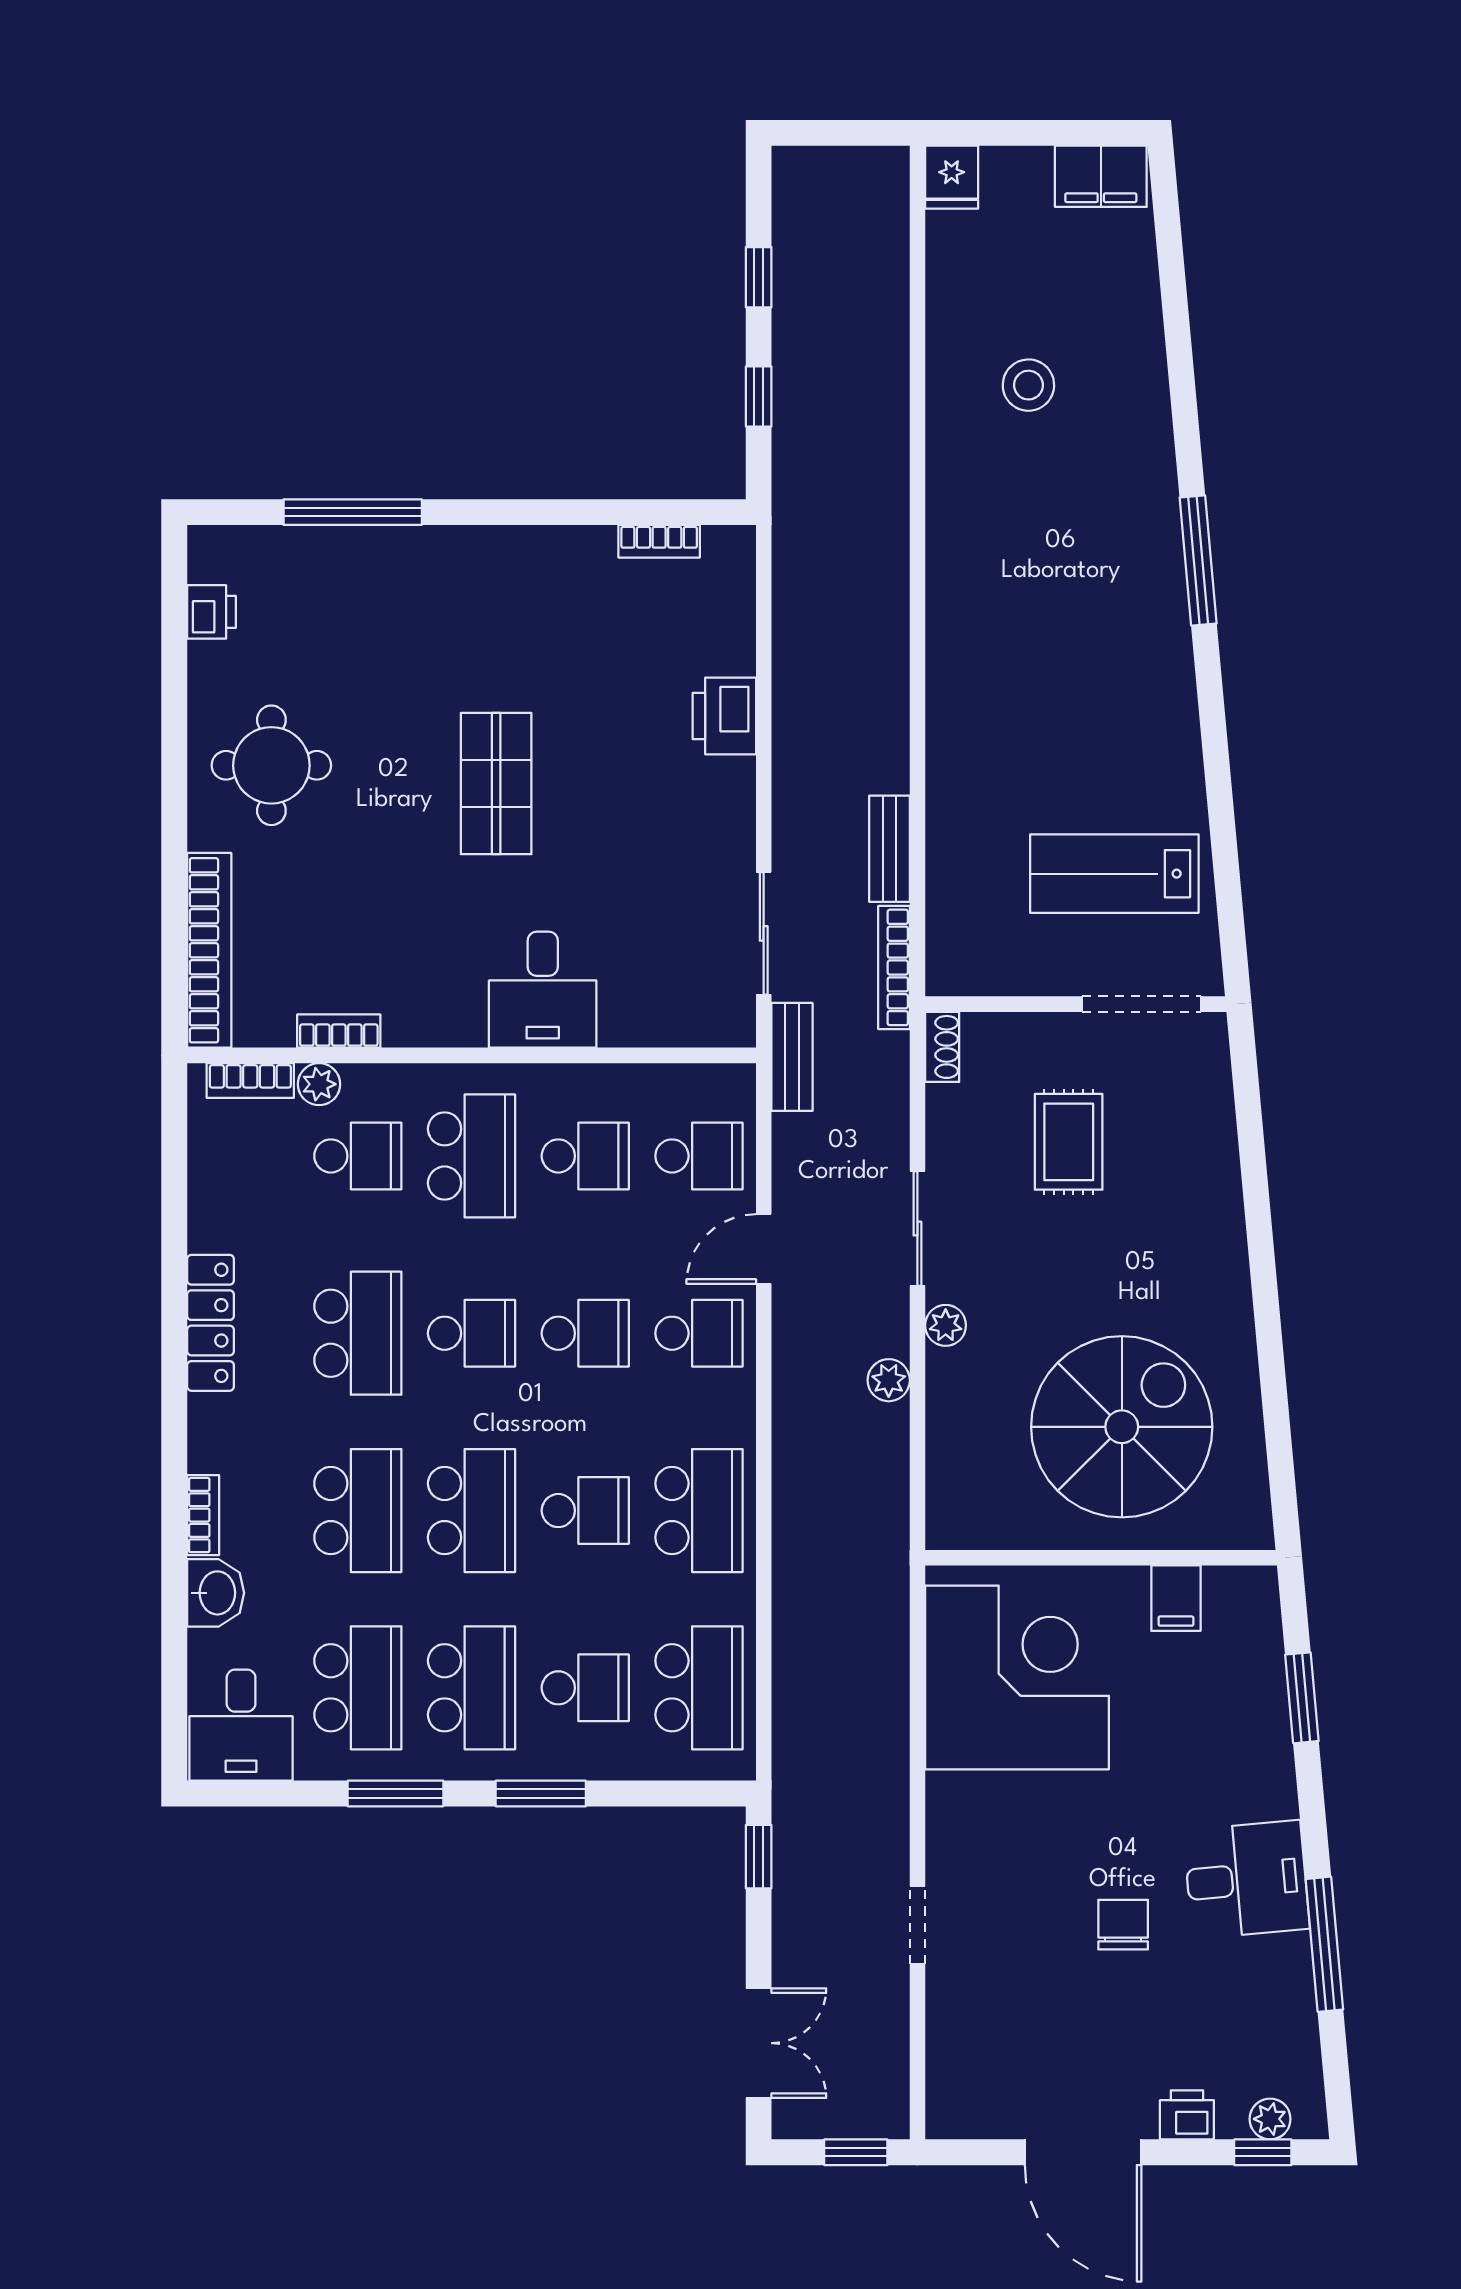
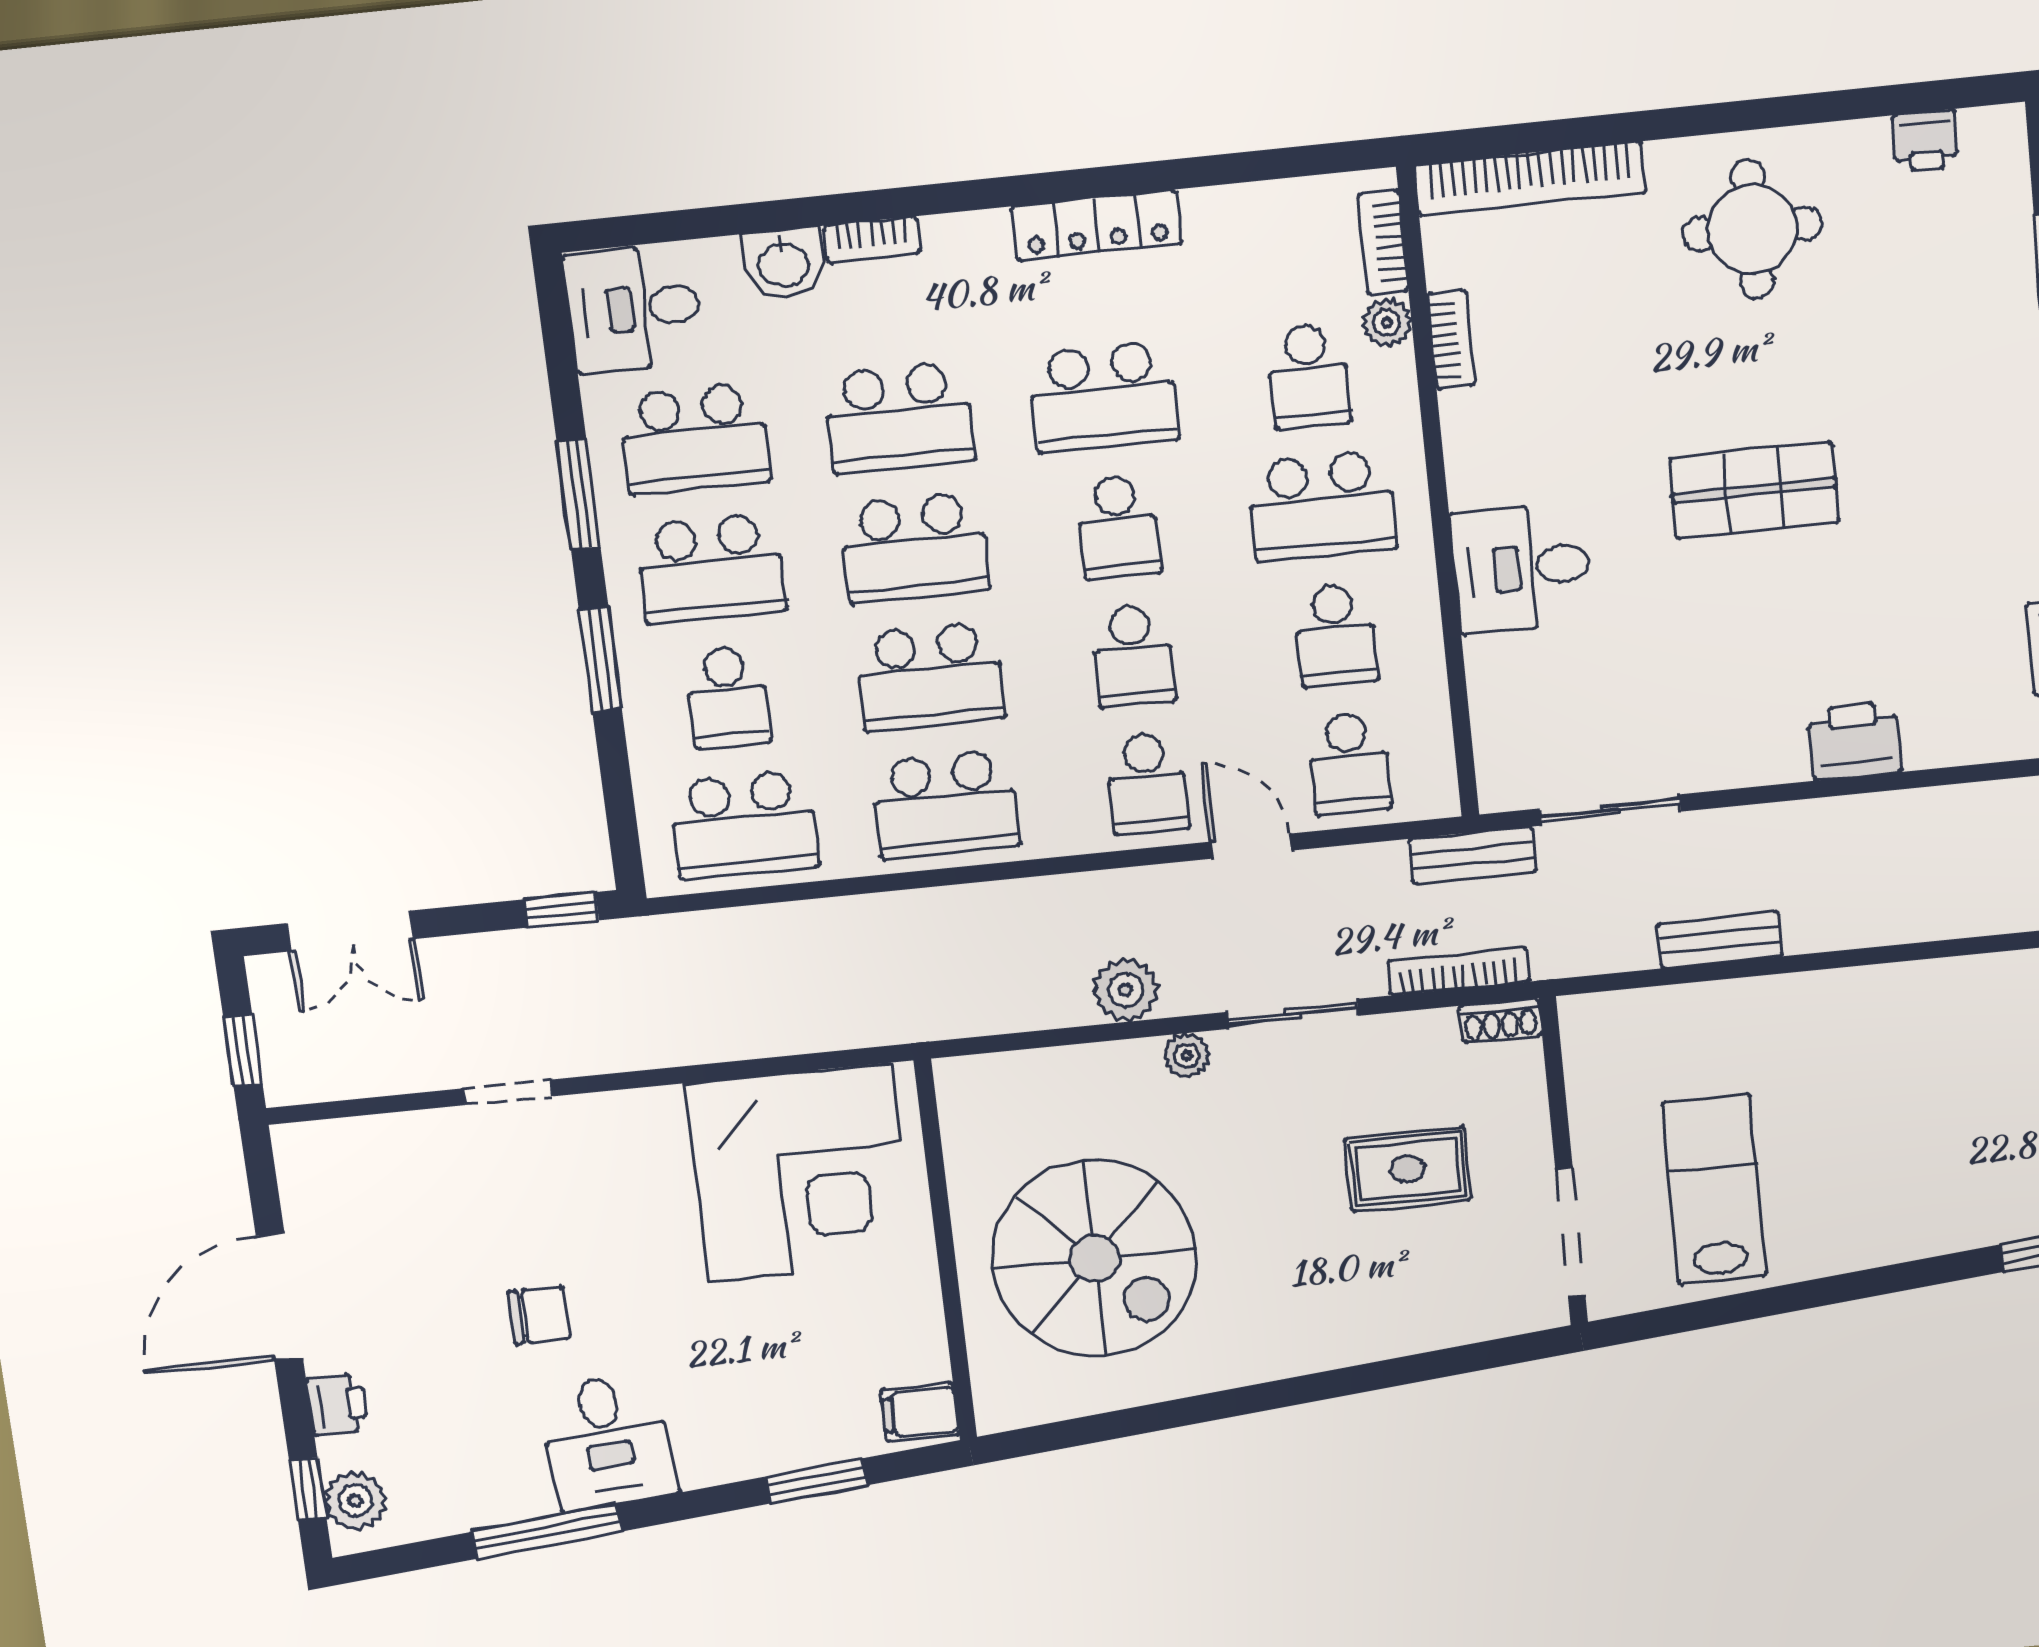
bookcase: (894, 967) -> (1458, 971), moved
plant: (889, 1380) -> (1126, 990), width x1.38, depth x1.38
school desk: (585, 1511) -> (930, 677), width x1.85
filing cabinet: (1176, 1598) -> (920, 1412), moved
plant: (1270, 2119) -> (355, 1500), width x1.38, depth x1.38

